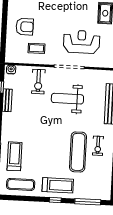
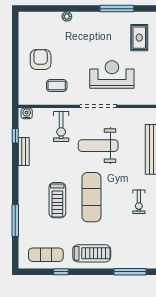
armchair: (25, 27) -> (41, 59), turned -90
exercise mat: (78, 152) -> (91, 197), moved
treadmill: (15, 156) -> (57, 200), moved, turned 180
window: (55, 200) -> (61, 272), moved

